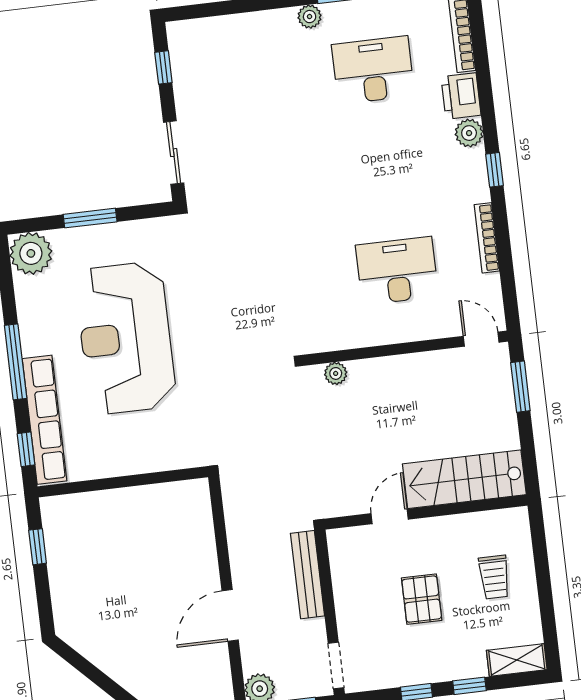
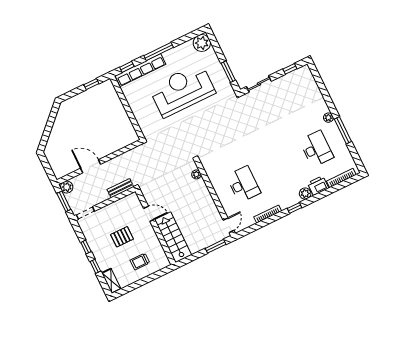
window: (90, 218) -> (228, 72), moved
bench: (307, 575) -> (120, 188), width x0.73

